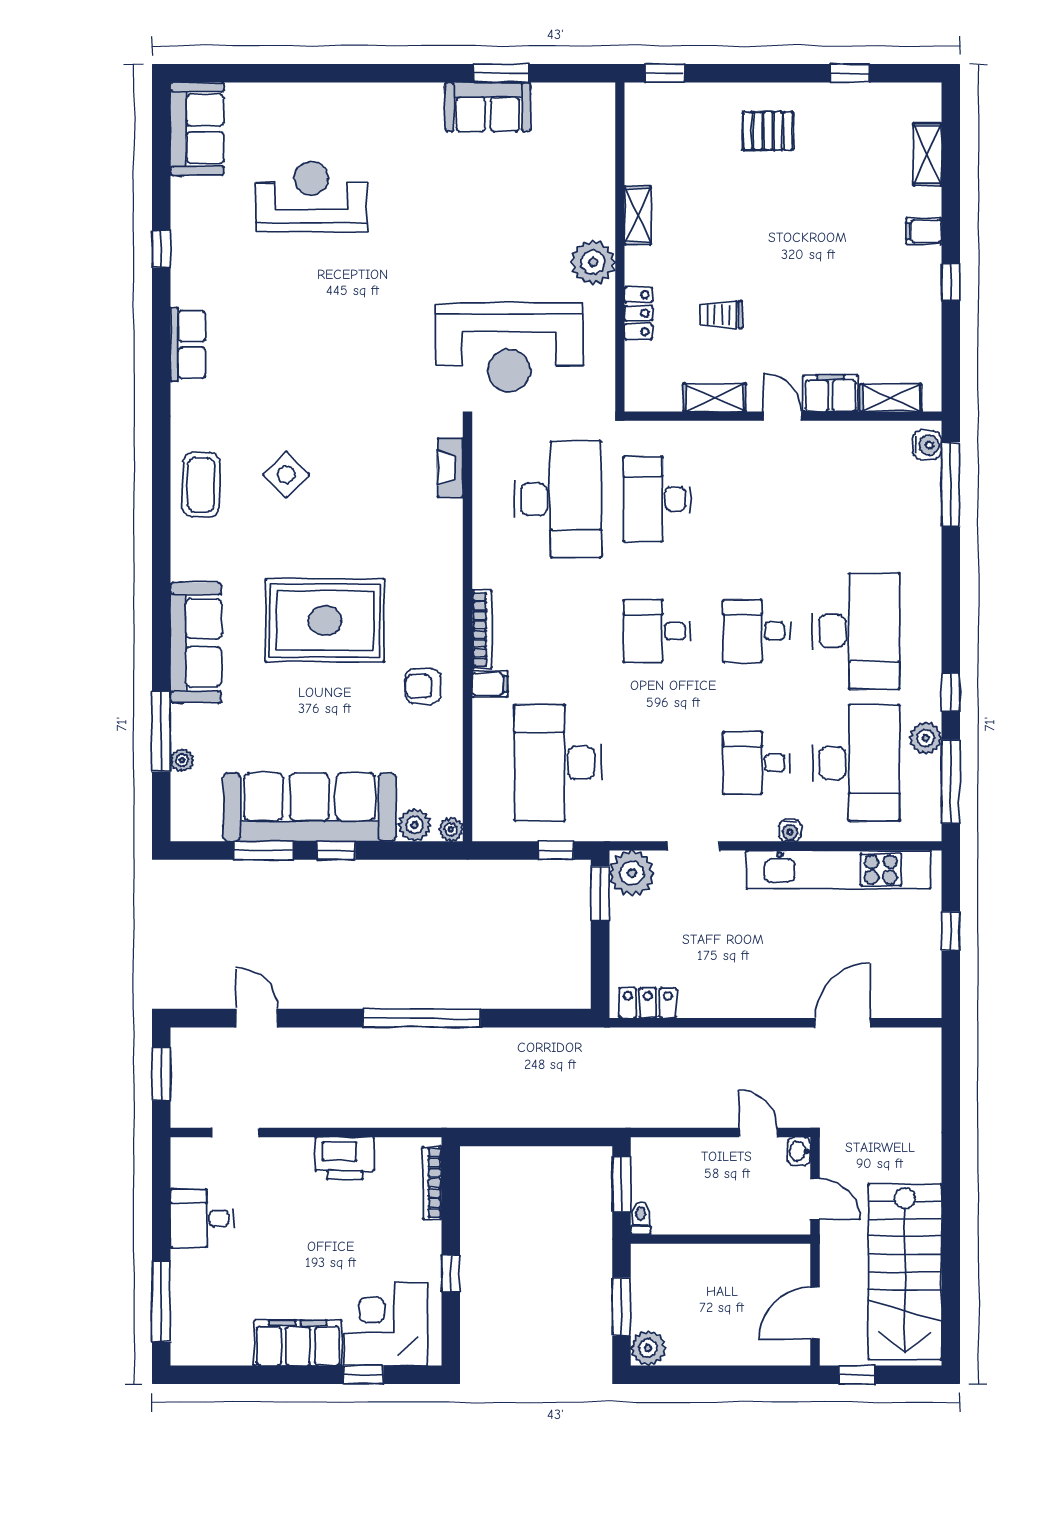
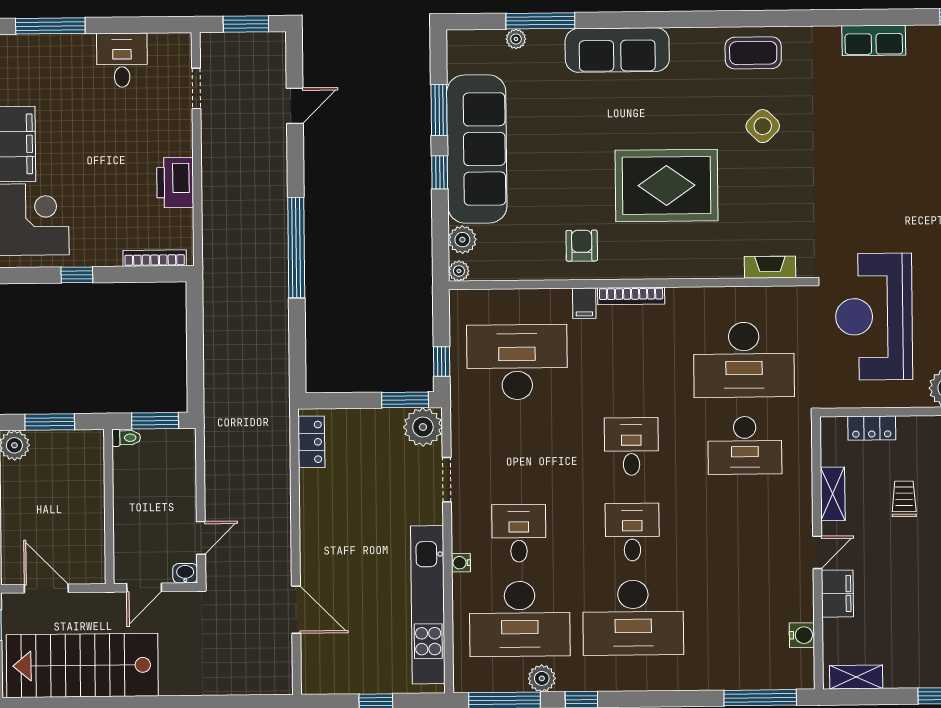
locker: (638, 313) -> (872, 428), moved
shelving: (891, 398) -> (856, 677), moved, turned 90
water cooler: (927, 445) -> (802, 635), moved, turned -90
desk: (657, 499) -> (745, 445), turned 180
rug: (325, 620) -> (667, 185), moved, turned 90

